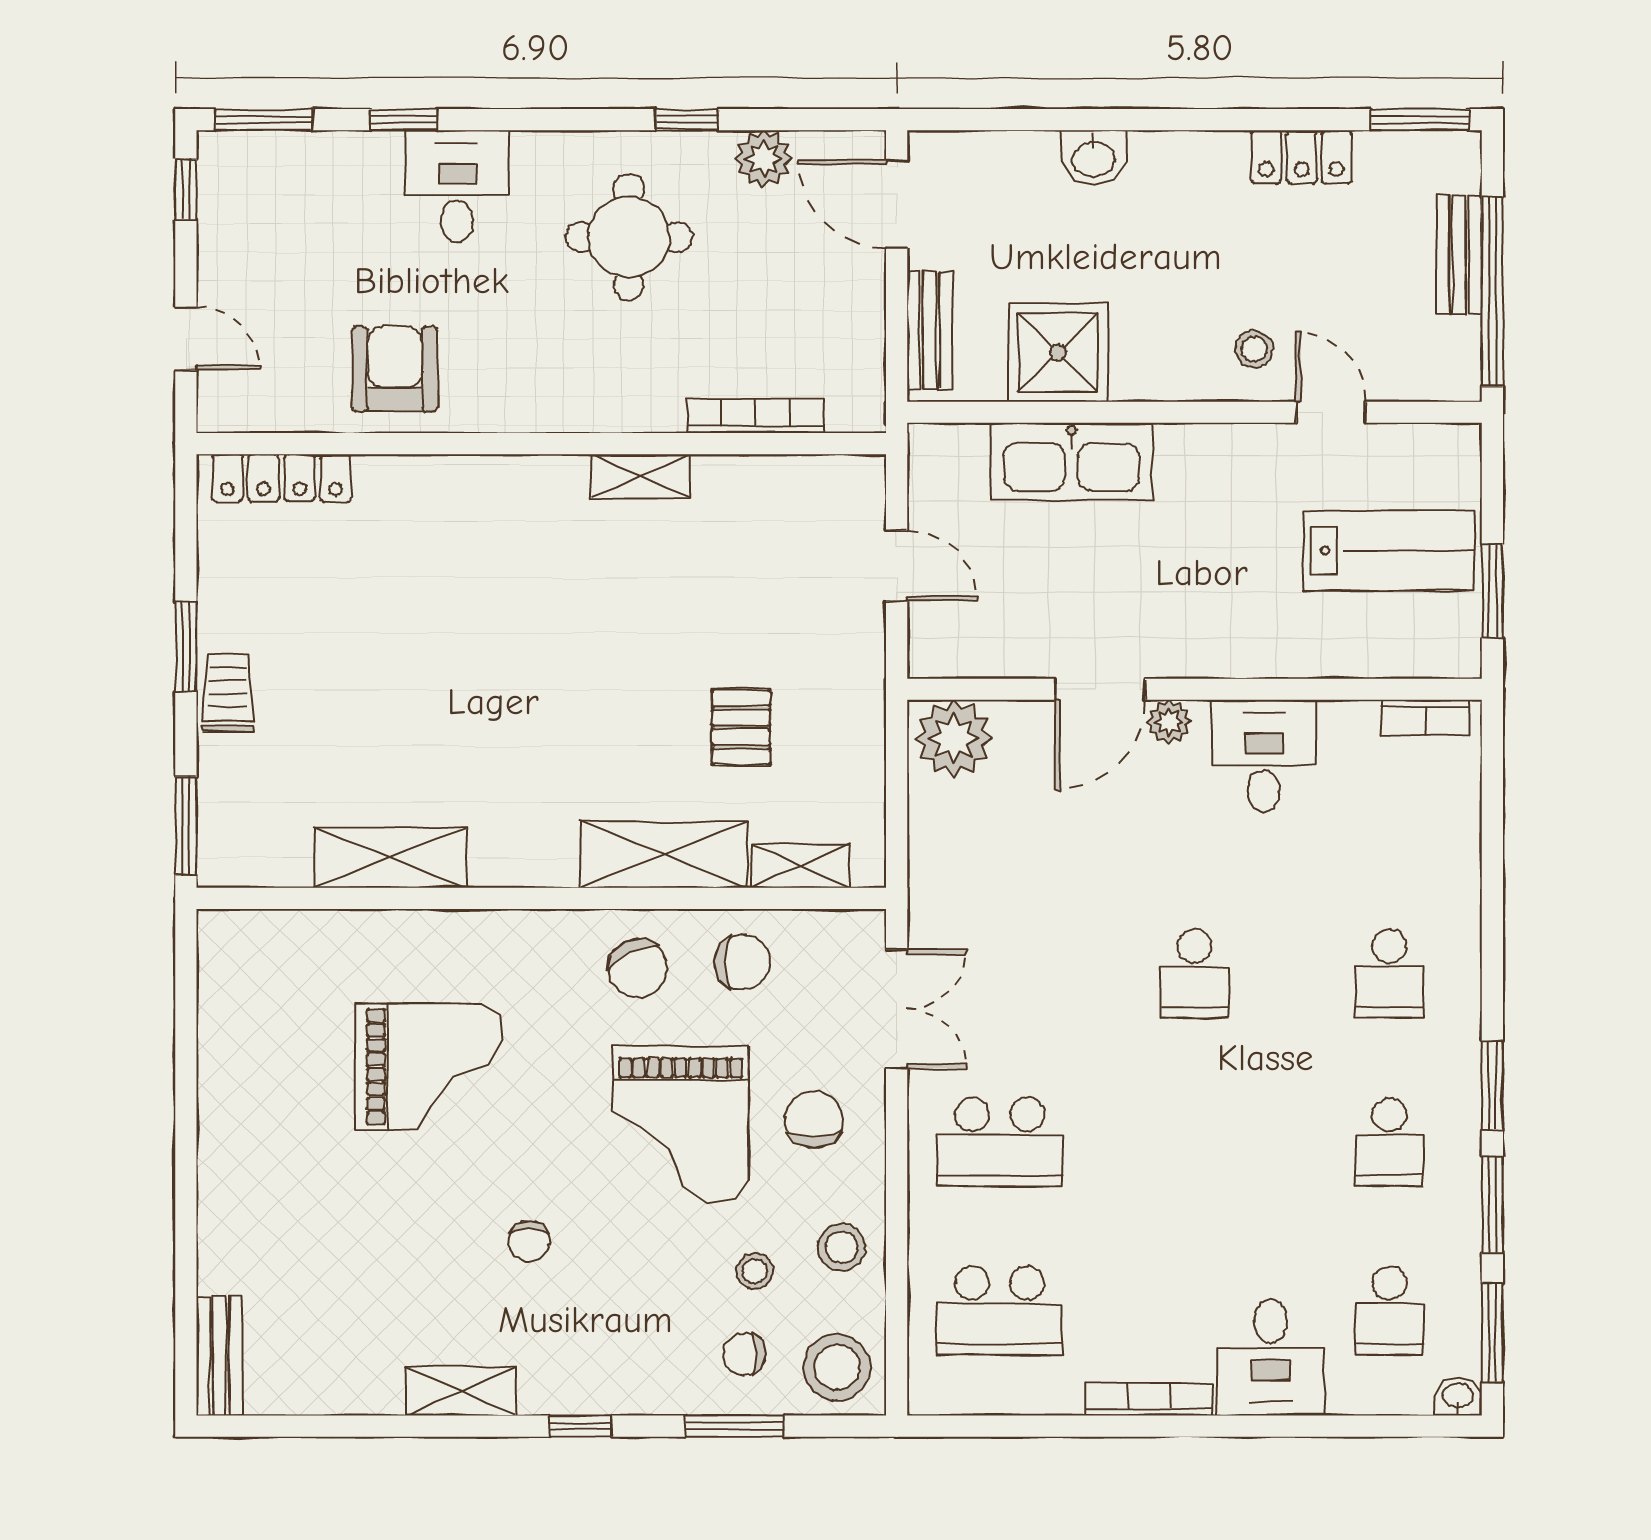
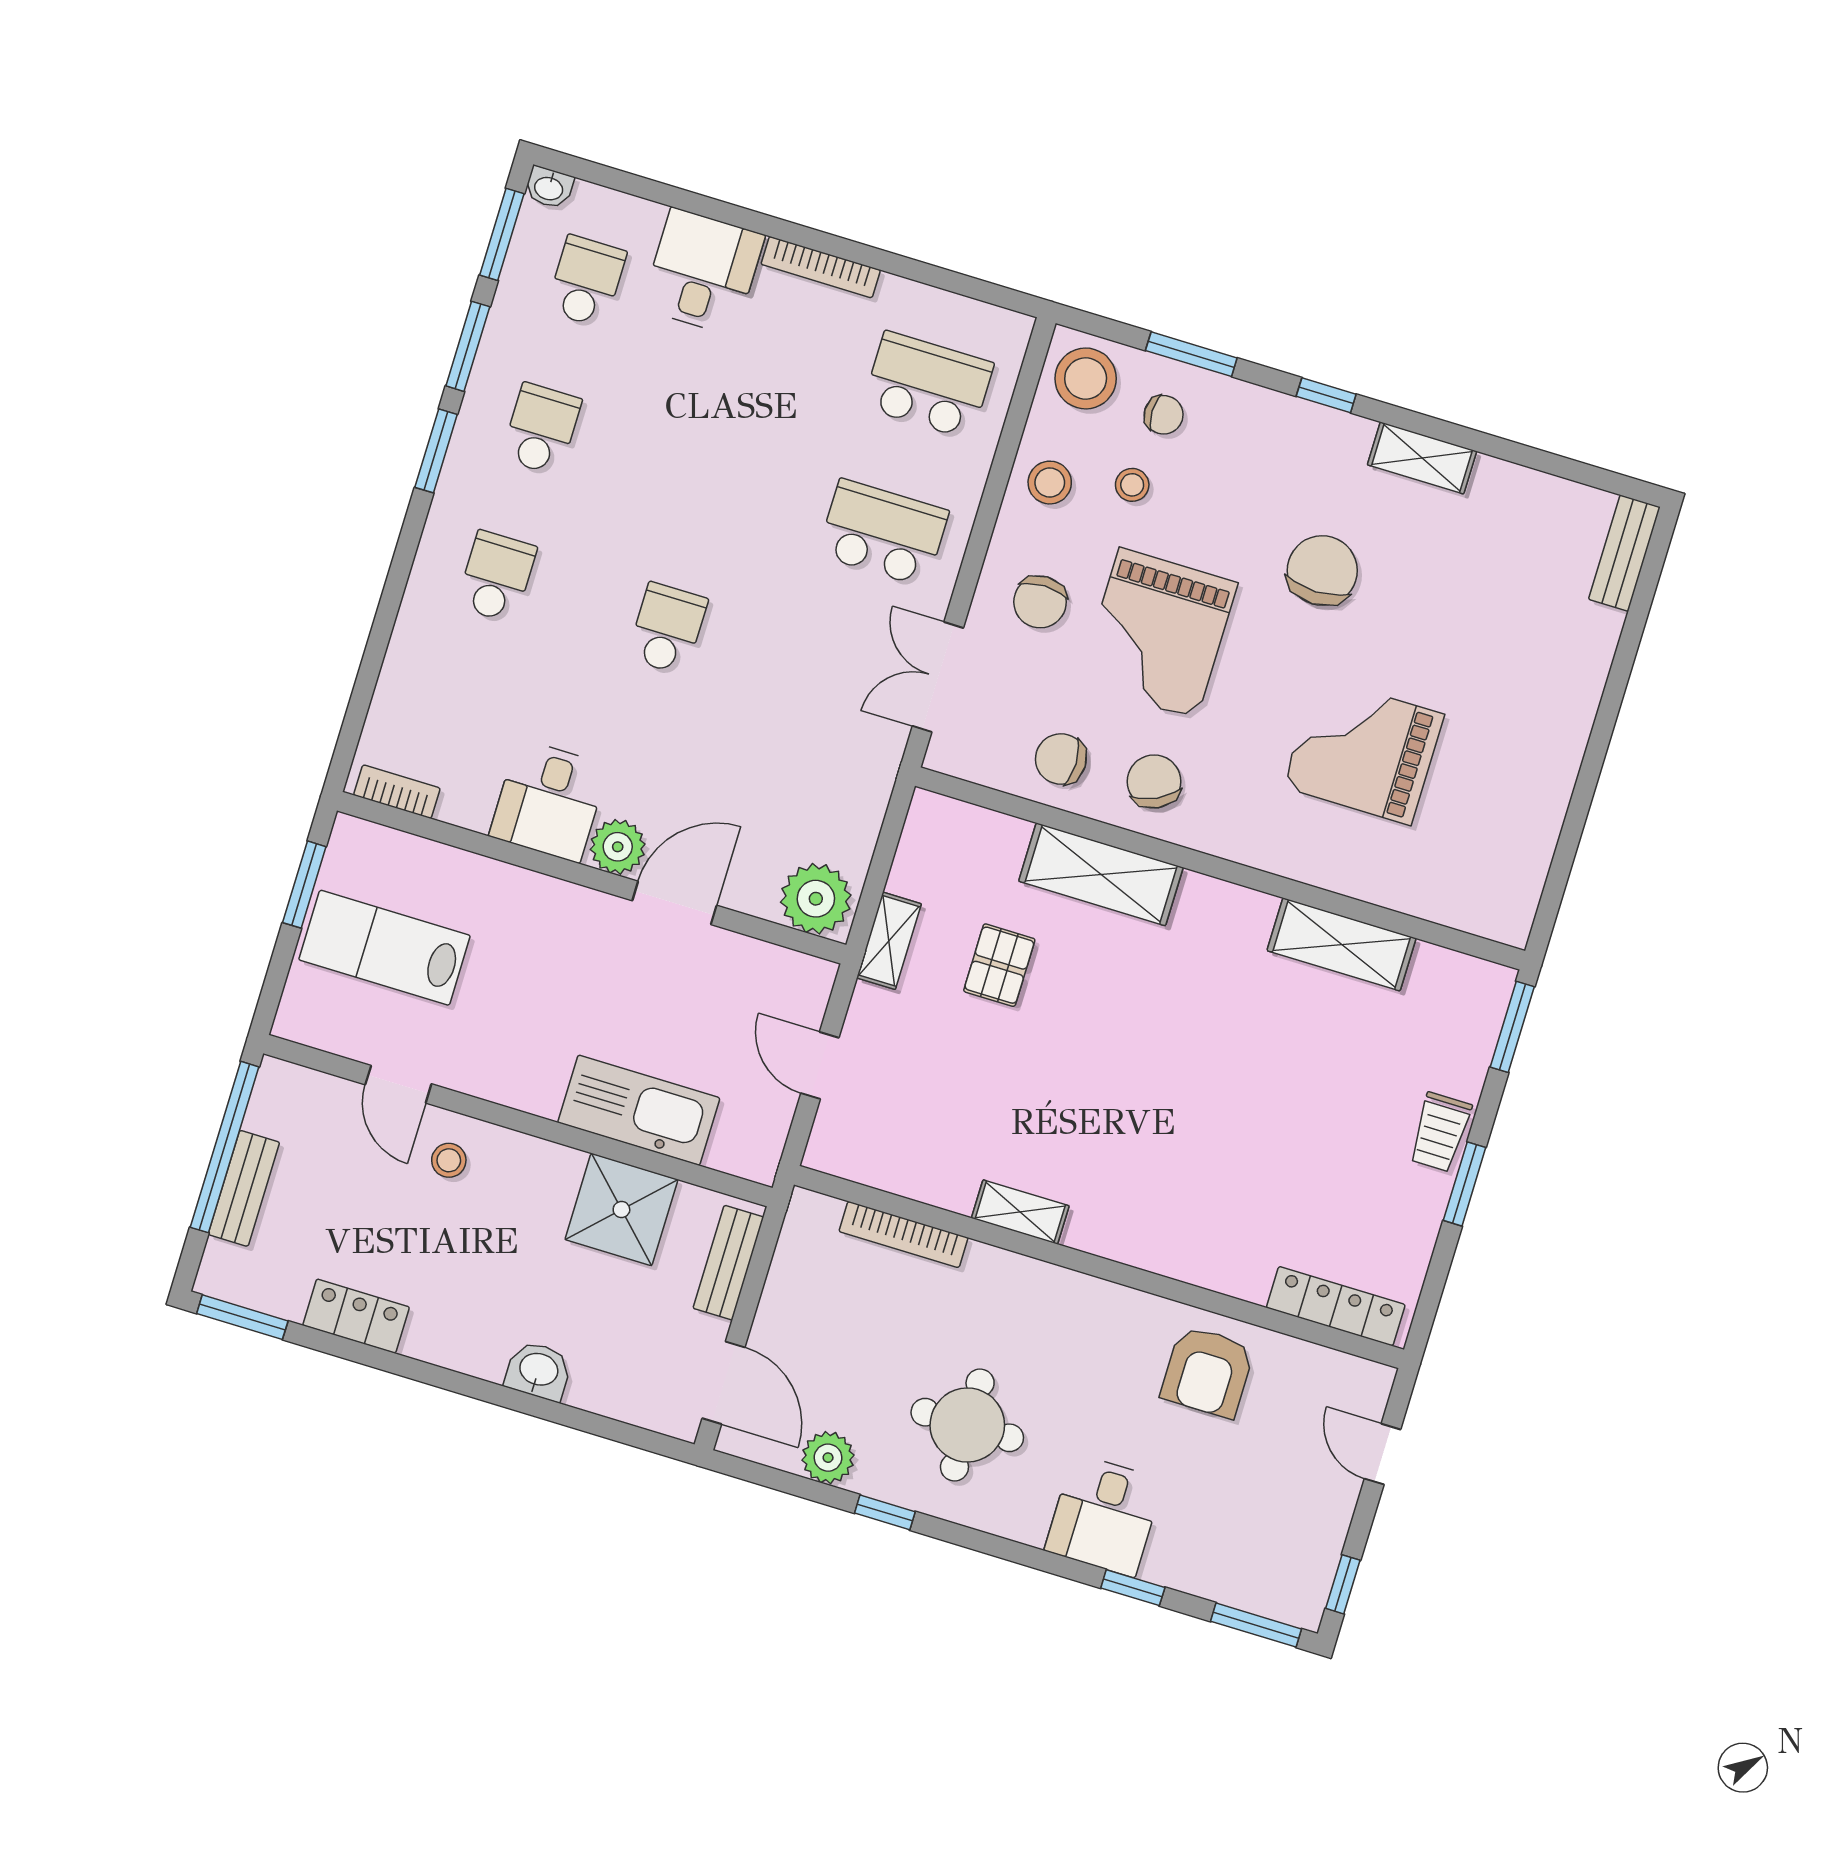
plant: (1169, 722) -> (618, 847), width x1.38, depth x1.38
shelving: (801, 866) -> (889, 941), moved, turned 90
grand piano: (681, 1124) -> (1158, 633), turned 180
chair: (529, 1242) -> (1322, 571), width x1.87, depth x1.87

